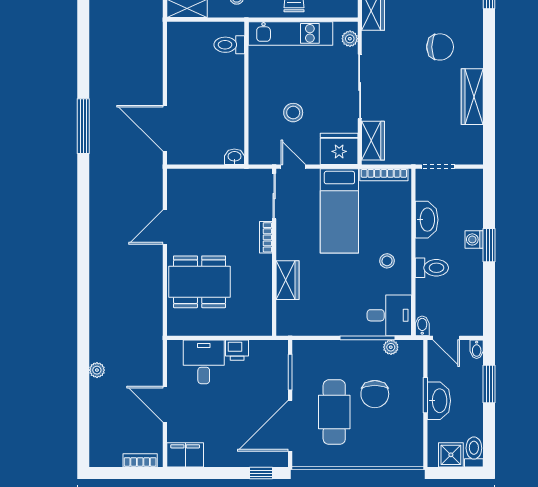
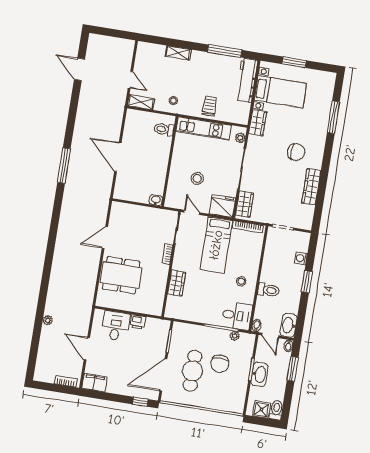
door: (165, 128) -> (118, 157), moved
washbasin: (427, 220) -> (289, 325), moved, turned 180
washing machine: (474, 239) -> (301, 258), moved

